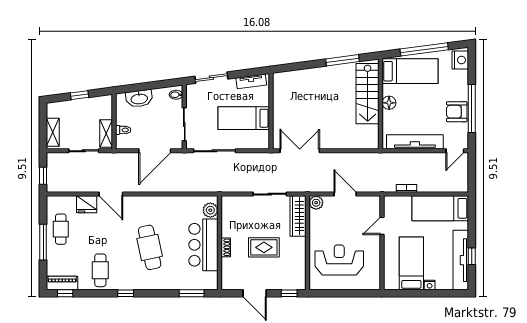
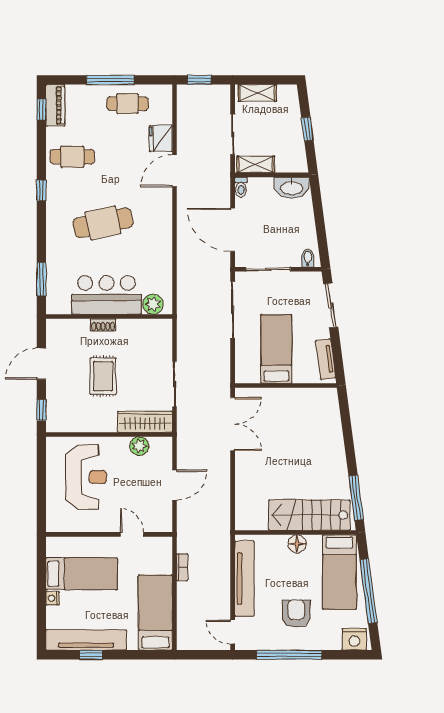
window: (342, 60) -> (356, 498), moved
washbasin: (139, 99) -> (292, 188), moved, turned -82
armchair: (457, 112) -> (296, 614), moved
toilet: (123, 130) -> (241, 187), moved
plant: (316, 203) -> (139, 446), moved

